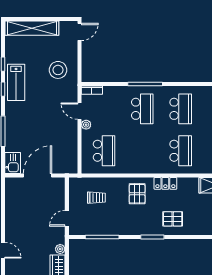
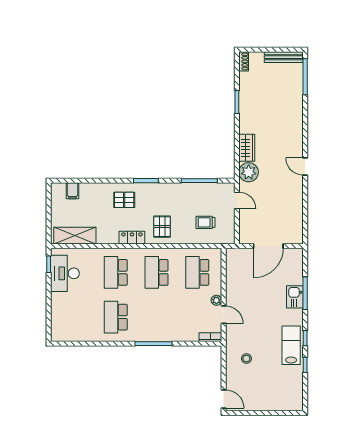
shelving: (32, 28) -> (274, 403), removed
door: (79, 32) -> (224, 399), swing flipped
stool: (58, 70) -> (246, 359), width x0.53, depth x0.53
school desk: (142, 109) -> (157, 272), moved
kitchen sink: (13, 163) -> (295, 297), moved
door: (67, 218) -> (237, 200), hinge flipped
plant: (60, 249) -> (249, 172), width x1.88, depth x1.88

